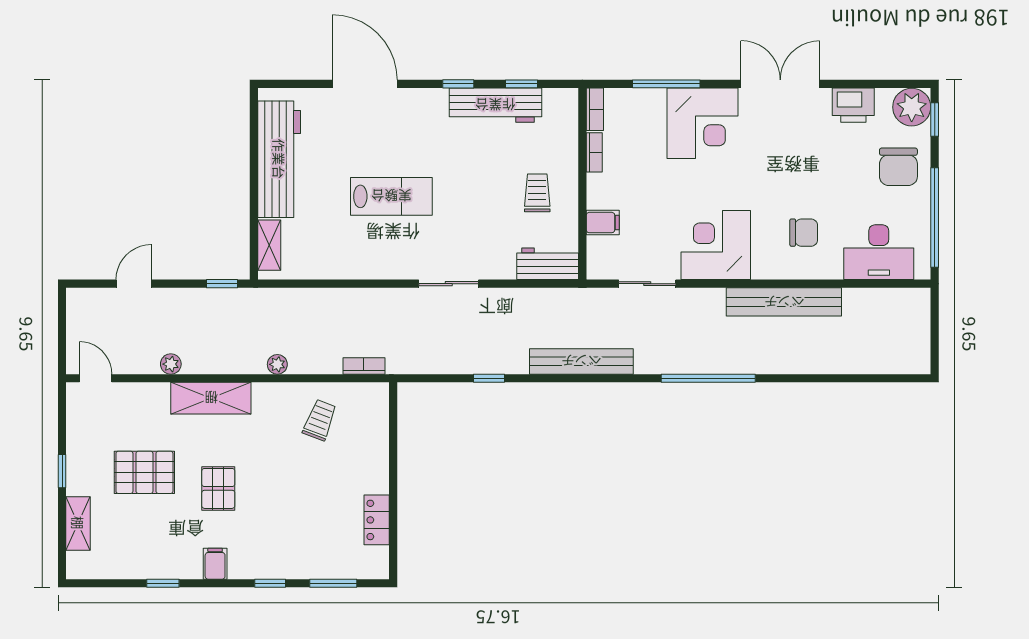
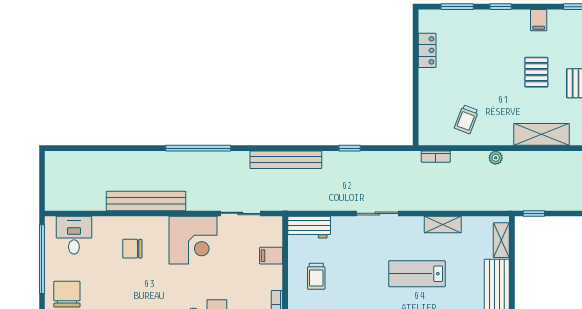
desk: (879, 252) -> (74, 235), width x0.73
shelving: (354, 268) -> (443, 225), added
plant: (171, 364) -> (569, 158), removed

